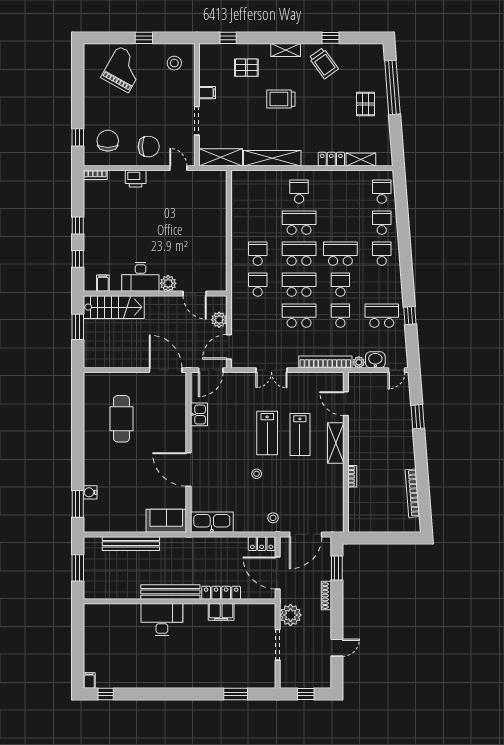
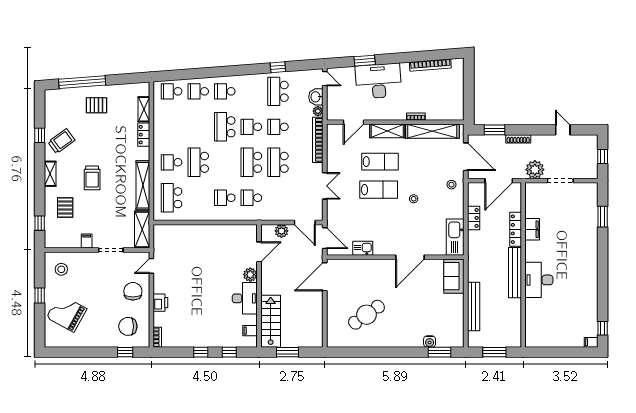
school desk: (299, 254) -> (172, 198), moved
cafe table: (121, 419) -> (366, 315), turned -35
desk: (394, 433) -> (378, 81), added
shelving: (335, 496) -> (432, 131), added
locker: (262, 544) -> (474, 218), moved

